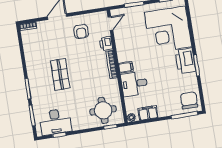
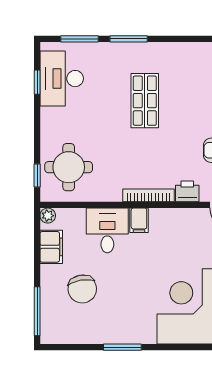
printer: (185, 61) -> (134, 328), removed
shop shelf: (60, 75) -> (145, 101), turned 90
chair: (189, 100) -> (82, 289), moved, turned 80

